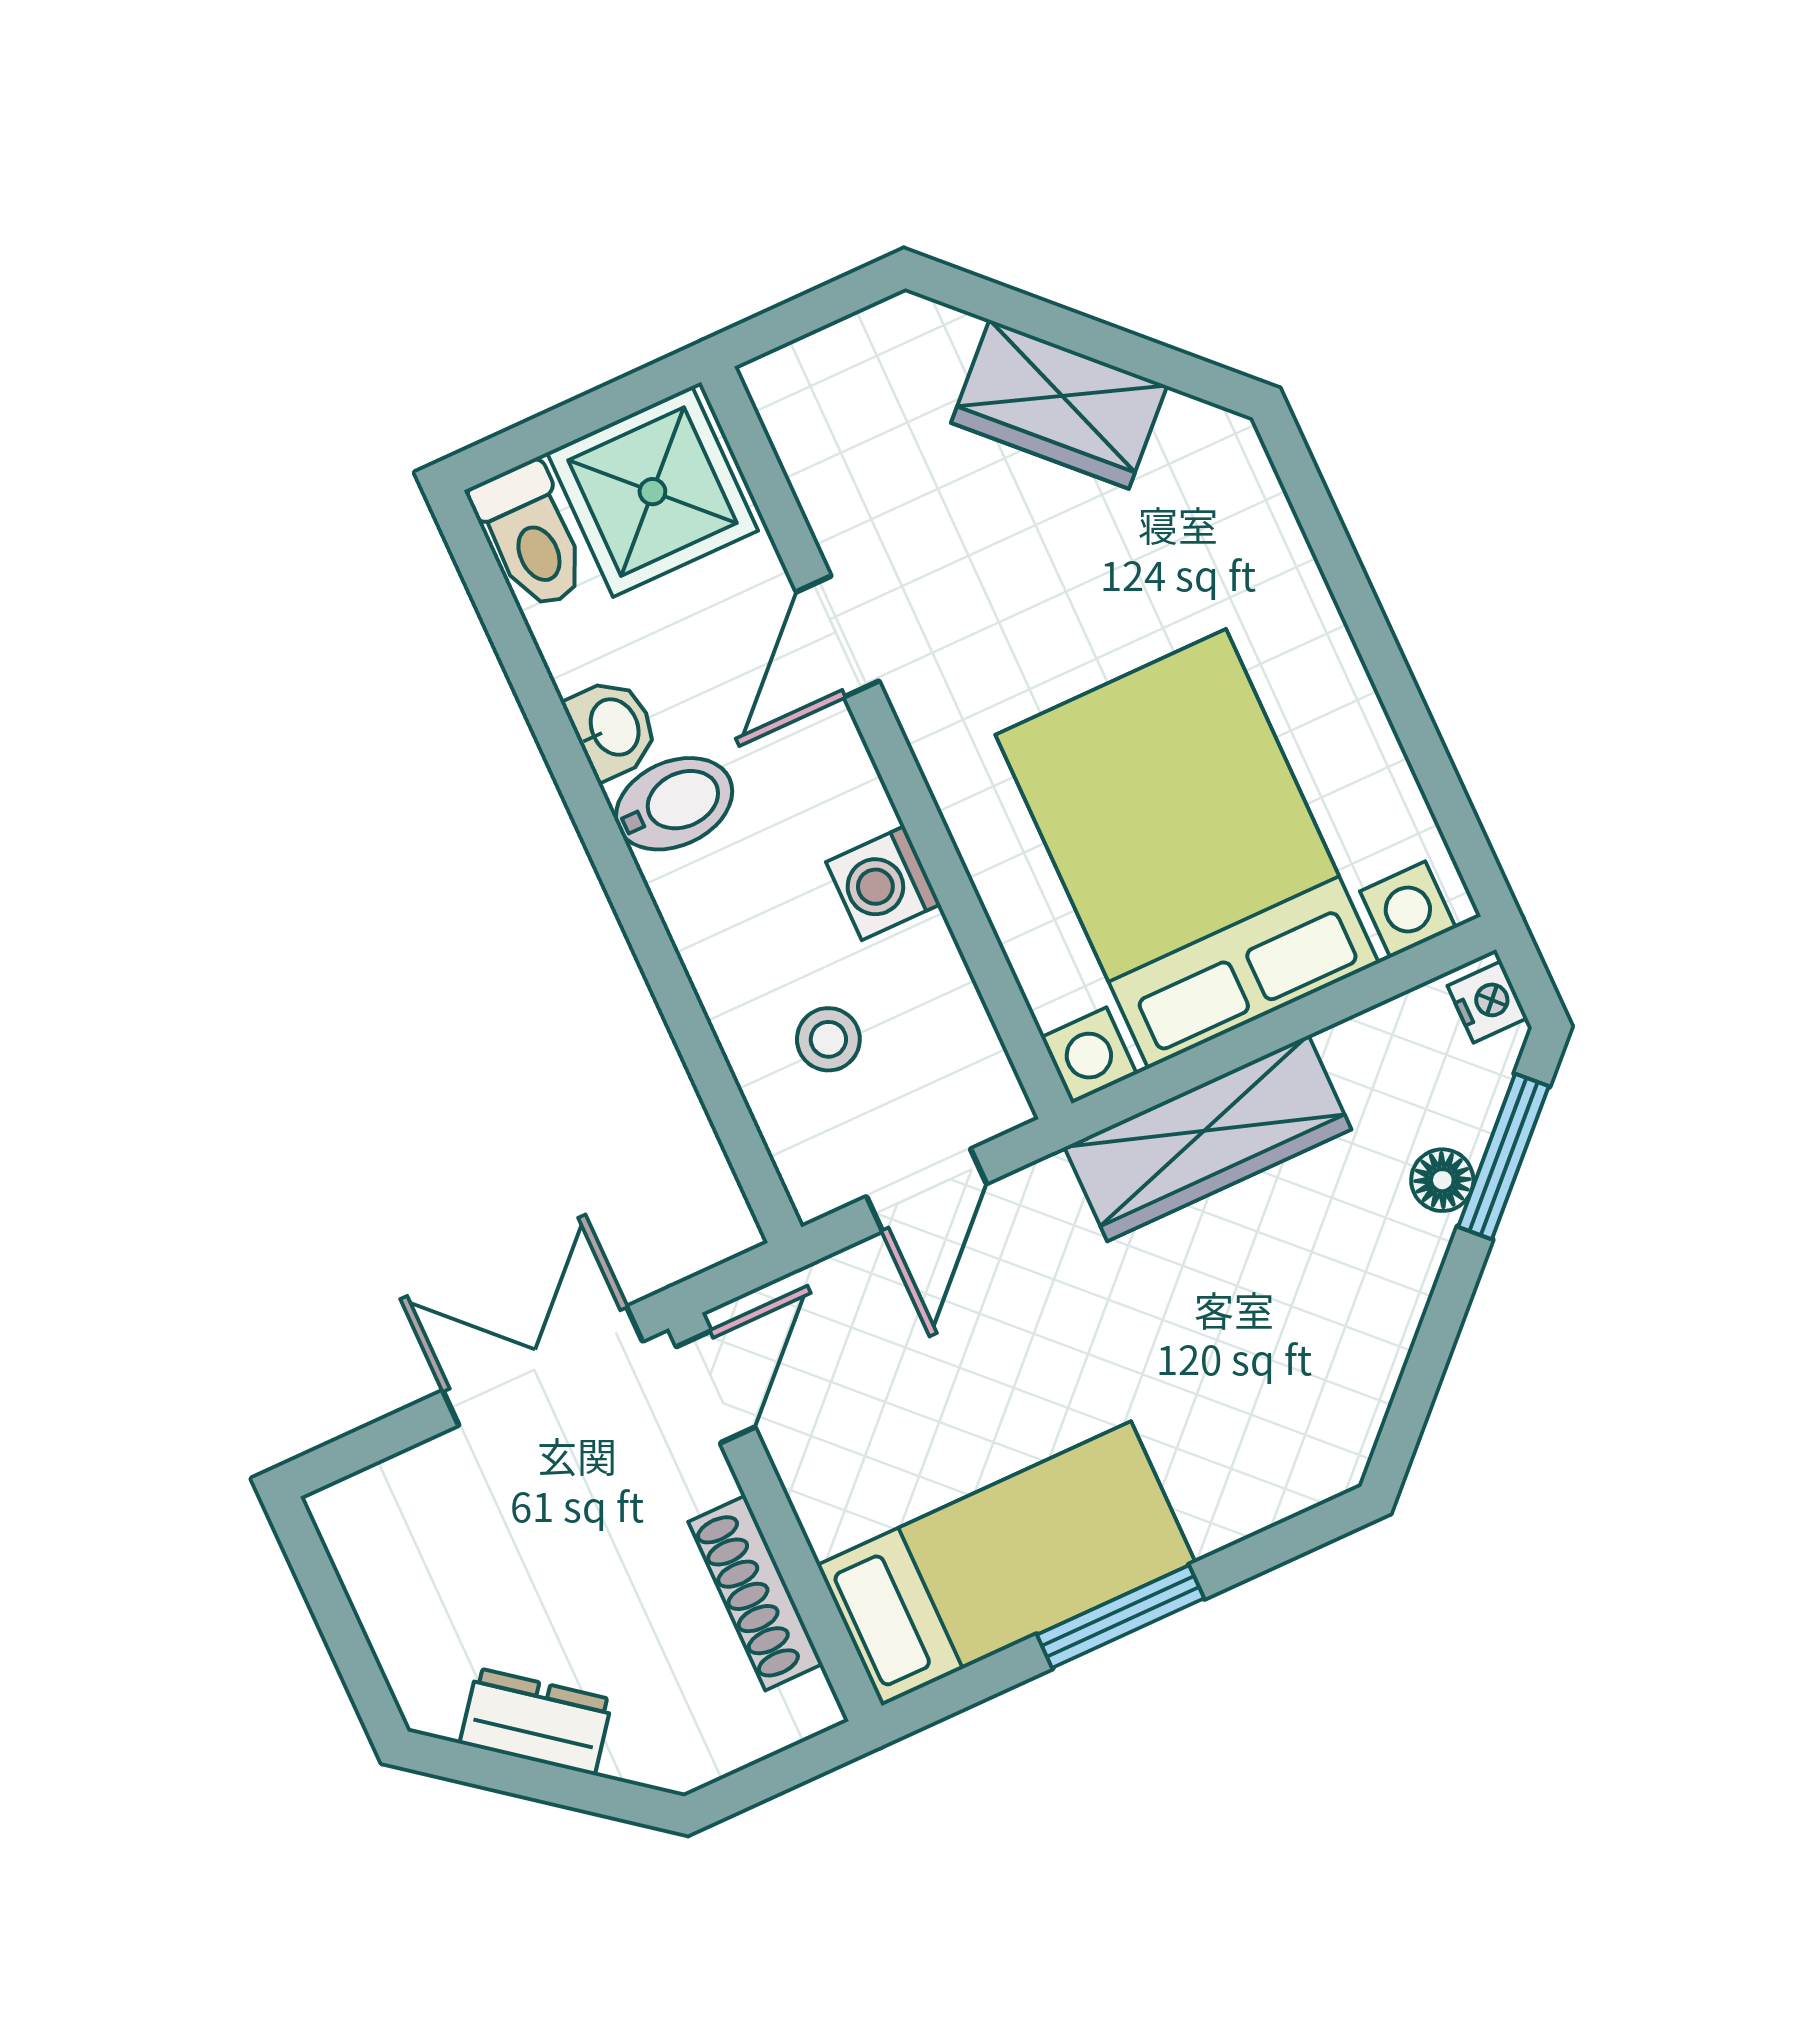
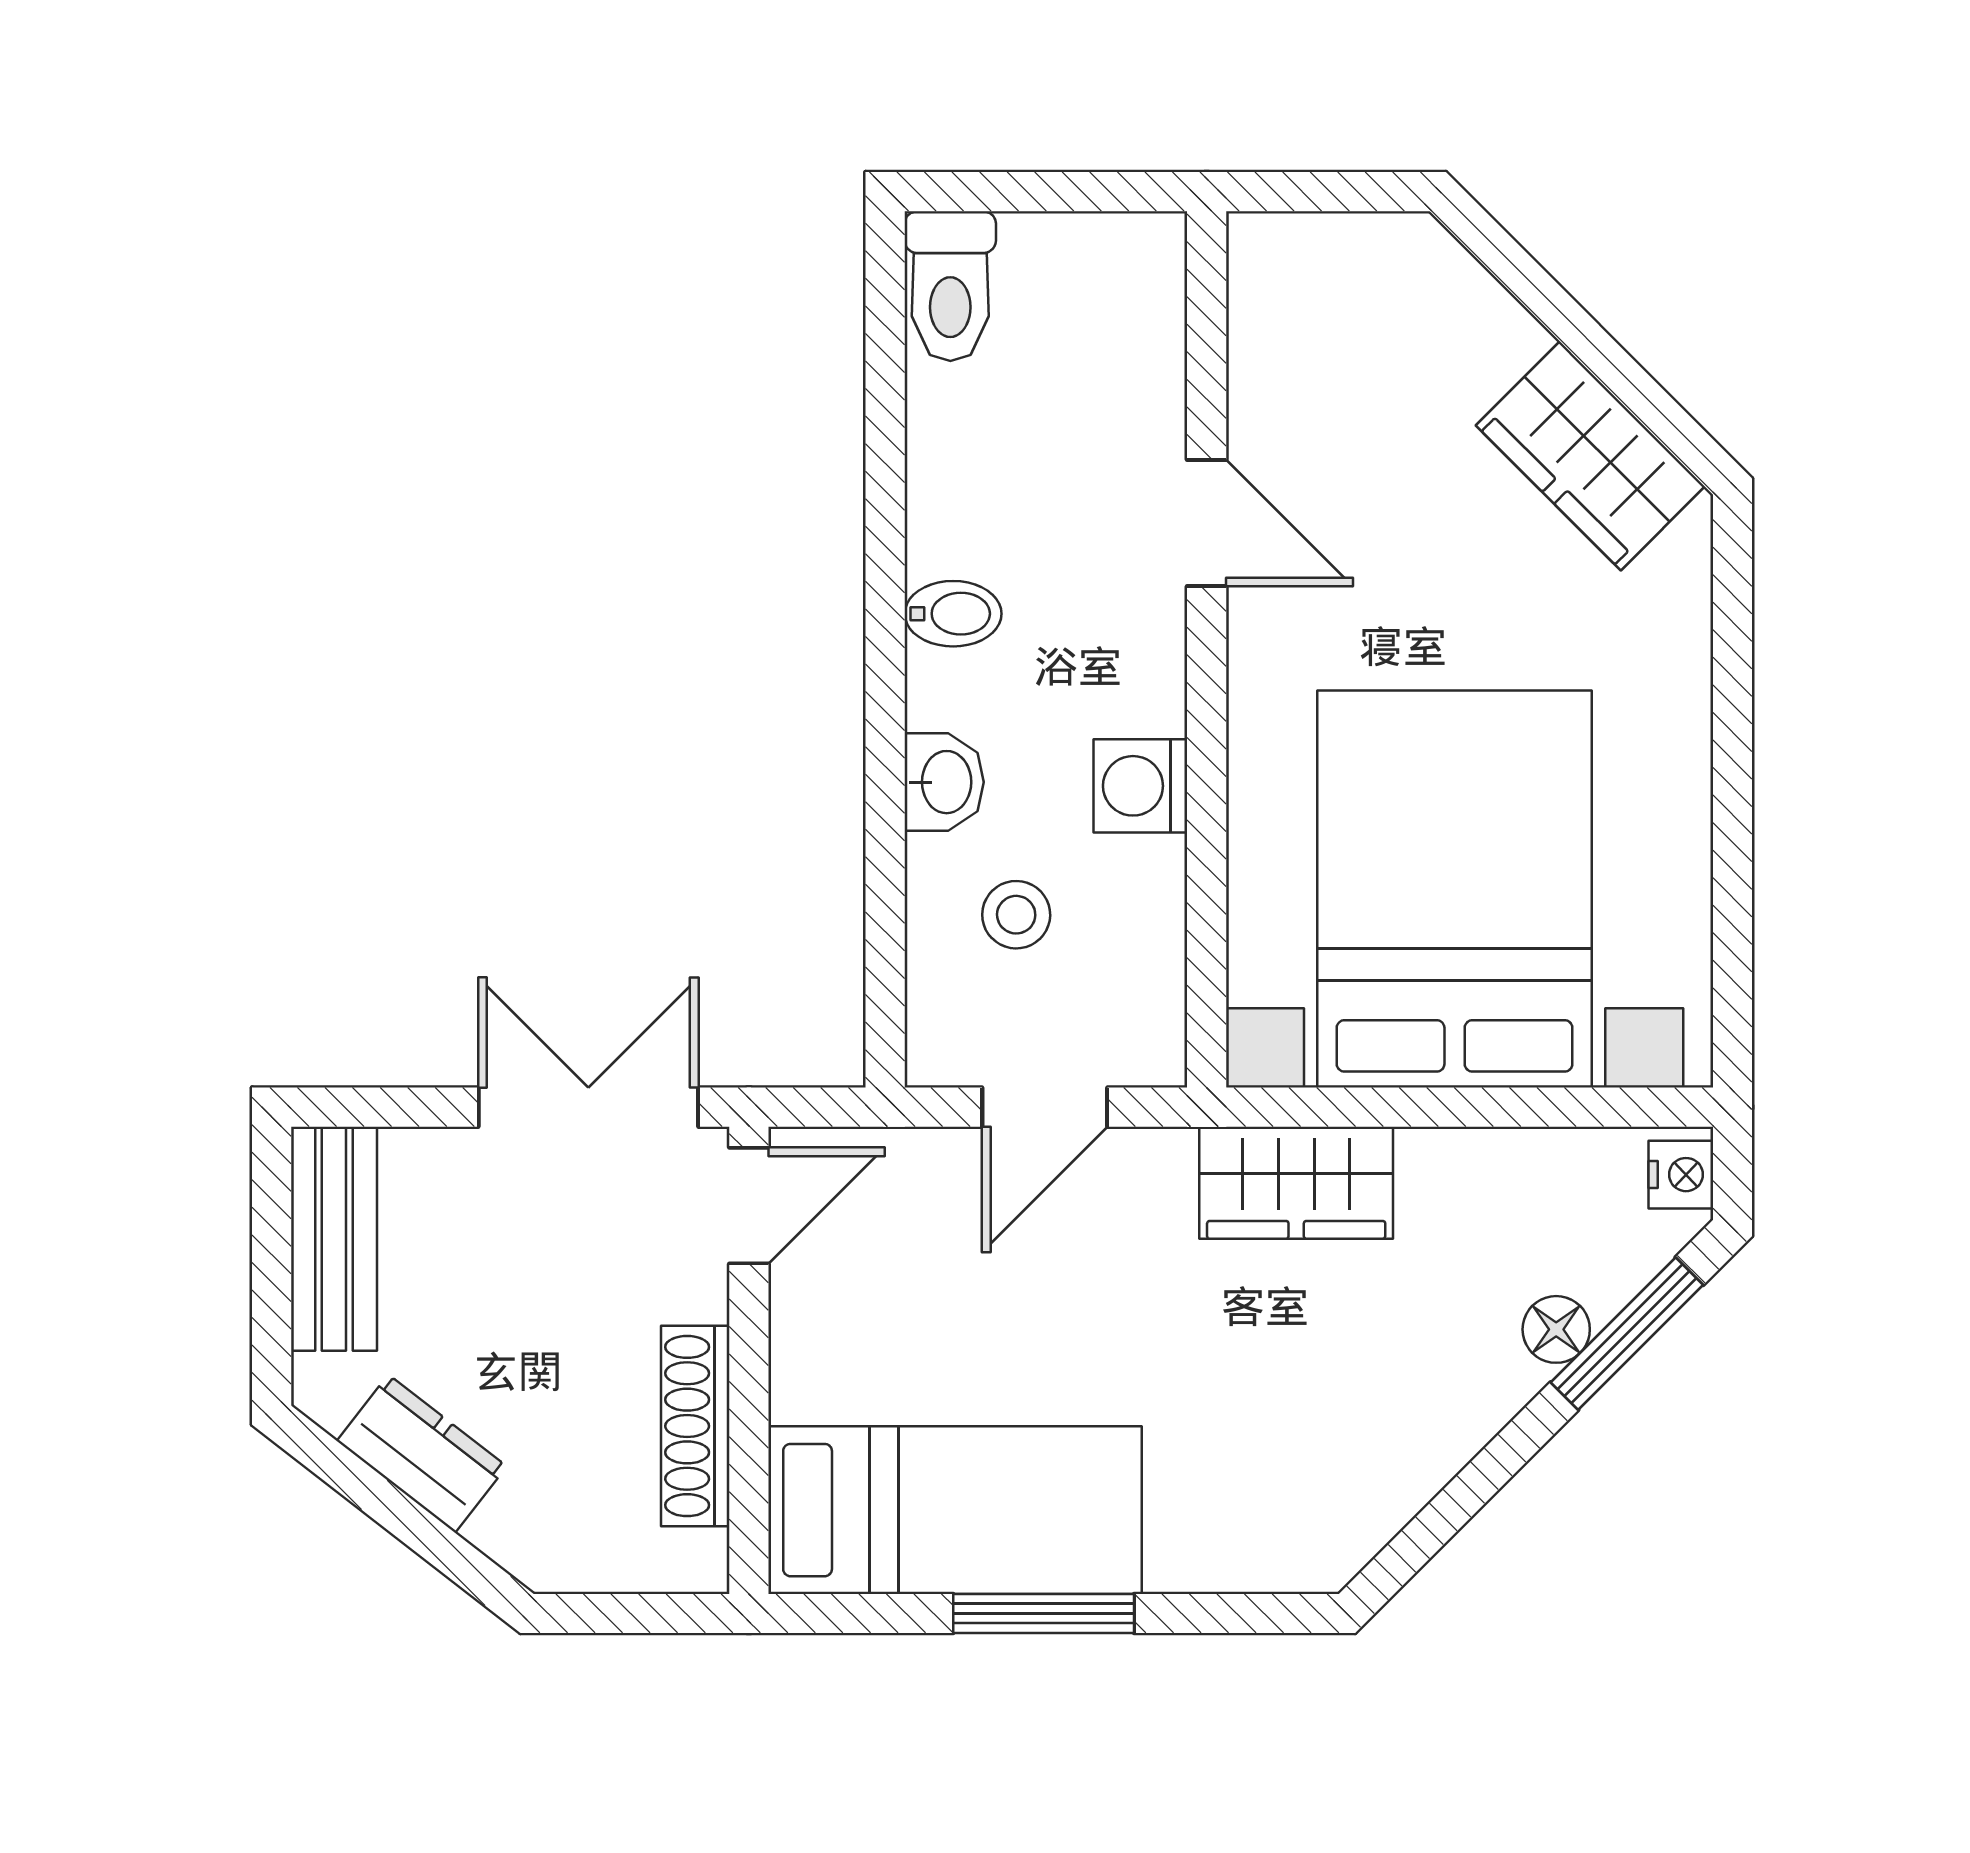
wardrobe: (1059, 404) -> (1590, 456), moved
shower: (652, 492) -> (1090, 297), removed
door: (838, 636) -> (1207, 523), swing flipped
washbasin: (613, 728) -> (944, 782), moved
bidet: (674, 804) -> (953, 614), width x0.72, depth x0.74
wardrobe: (1208, 1138) -> (1296, 1183), width x0.67
bench: (379, 1575) -> (334, 1239), added

